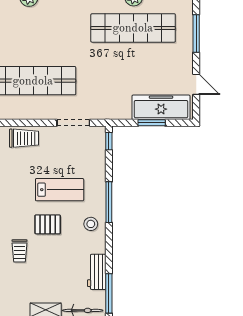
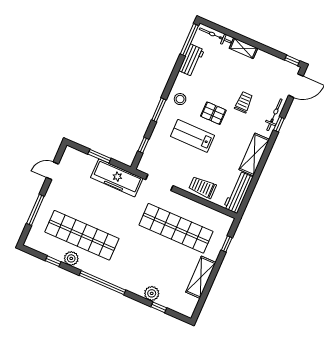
door: (196, 84) -> (52, 171), hinge flipped
freezer: (161, 107) -> (117, 178), moved
window: (109, 141) -> (143, 145), moved
window: (109, 202) -> (159, 110), width x0.69

